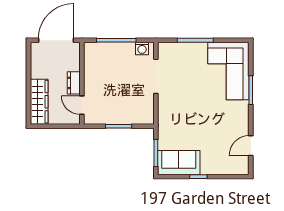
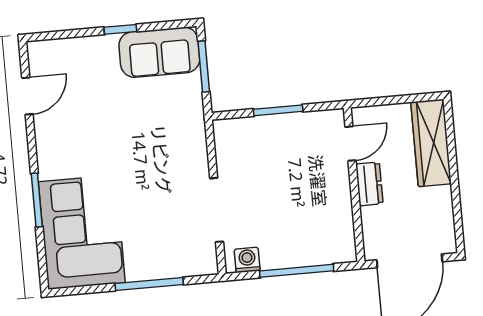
door: (82, 105) -> (350, 144), hinge flipped

